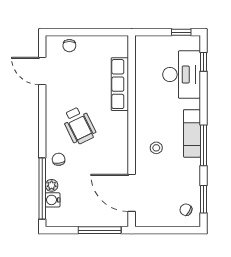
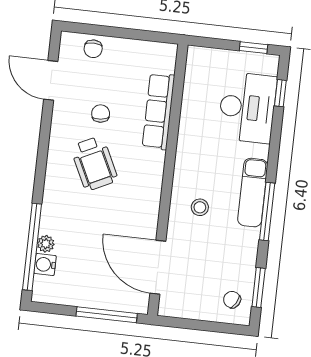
chair: (59, 159) -> (101, 114), moved

